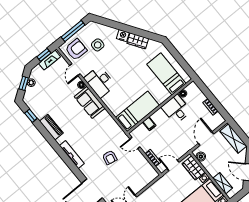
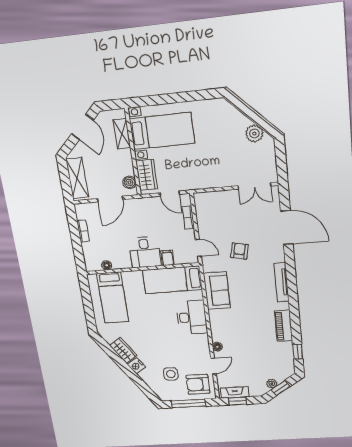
desk: (100, 82) -> (192, 317), moved
sofa: (90, 102) -> (217, 291), moved
desk: (176, 109) -> (145, 252), moved

